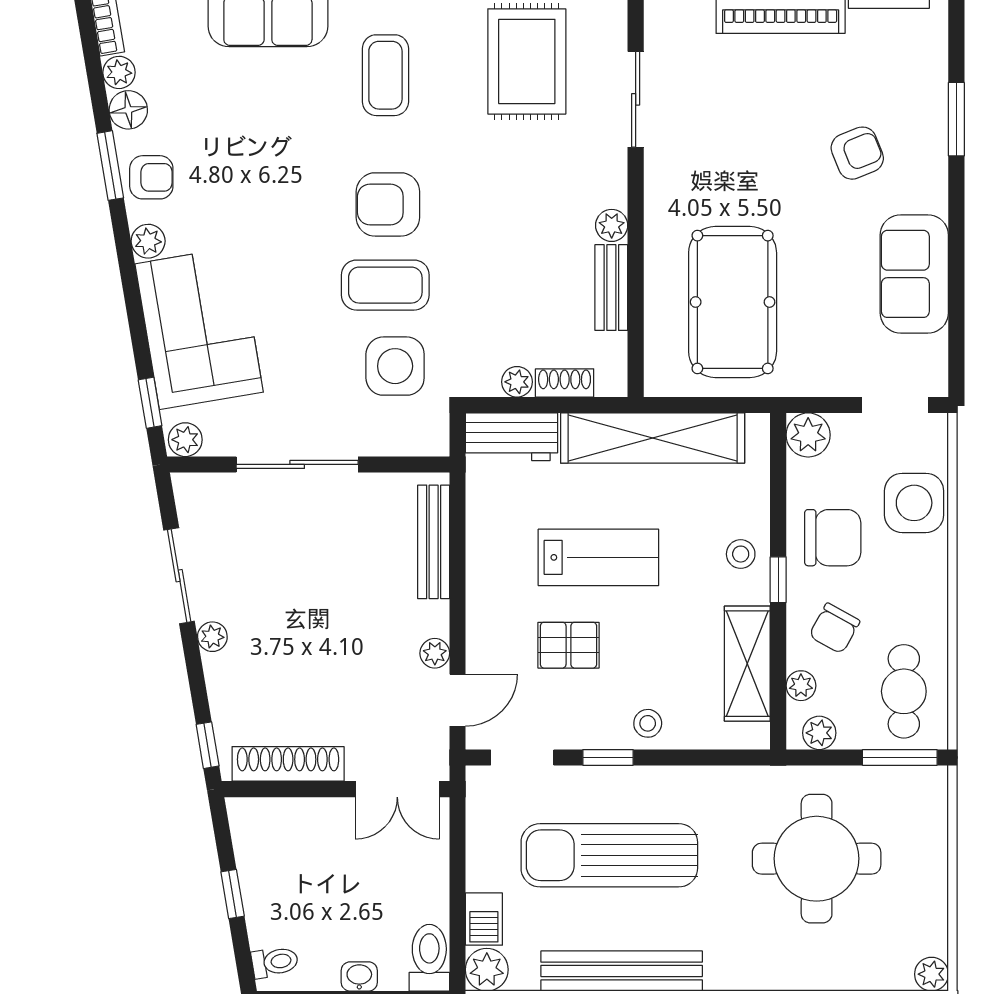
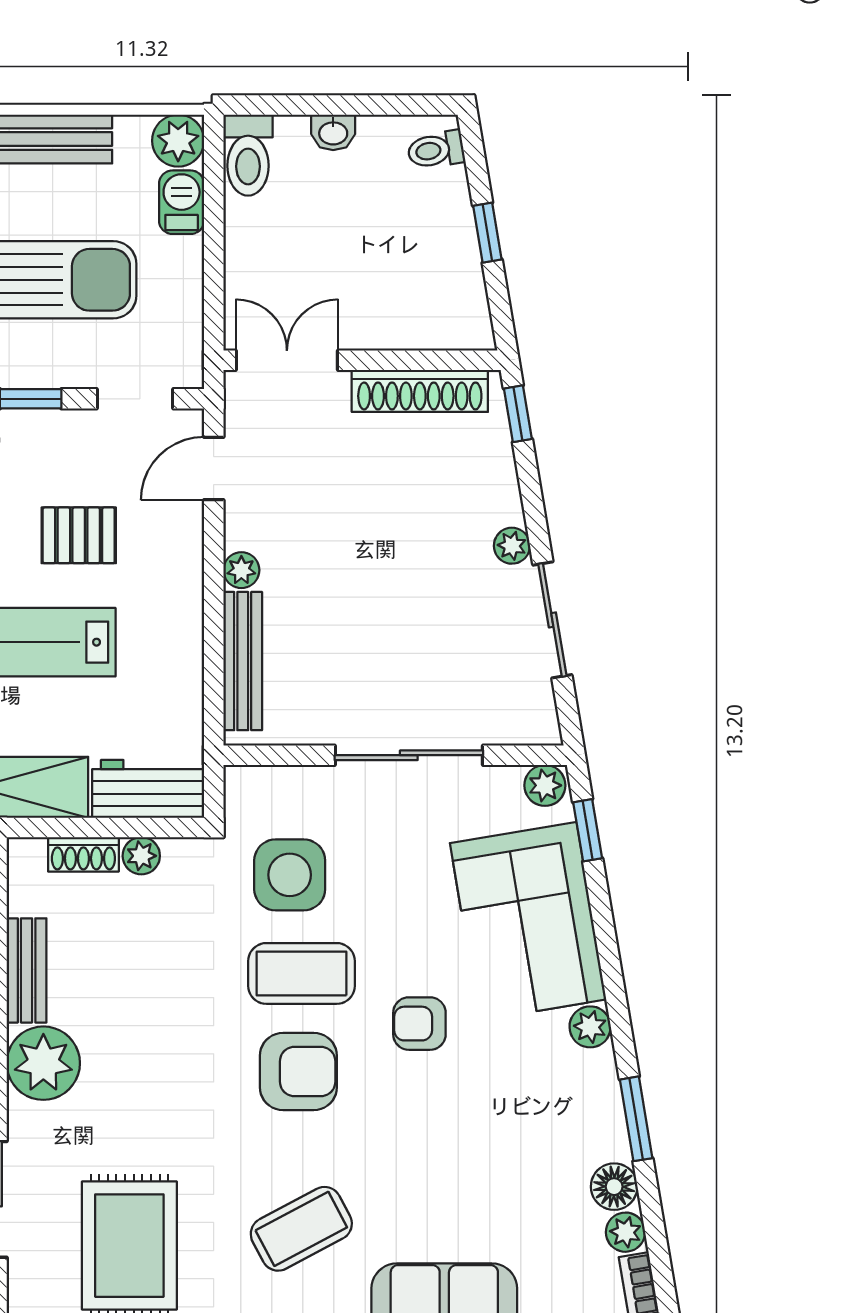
coffee table: (385, 75) -> (301, 1229), turned 62
armchair: (151, 177) -> (419, 1024), moved
plant: (612, 225) -> (43, 1063), width x1.87, depth x1.87
plant: (435, 653) -> (241, 570), moved

